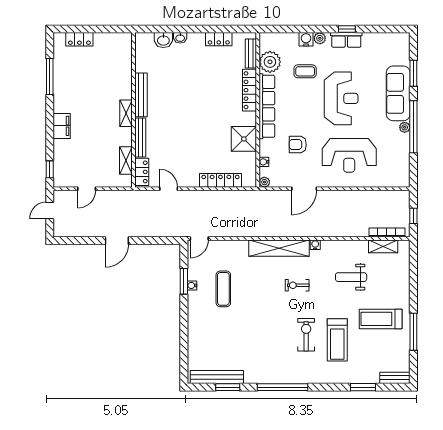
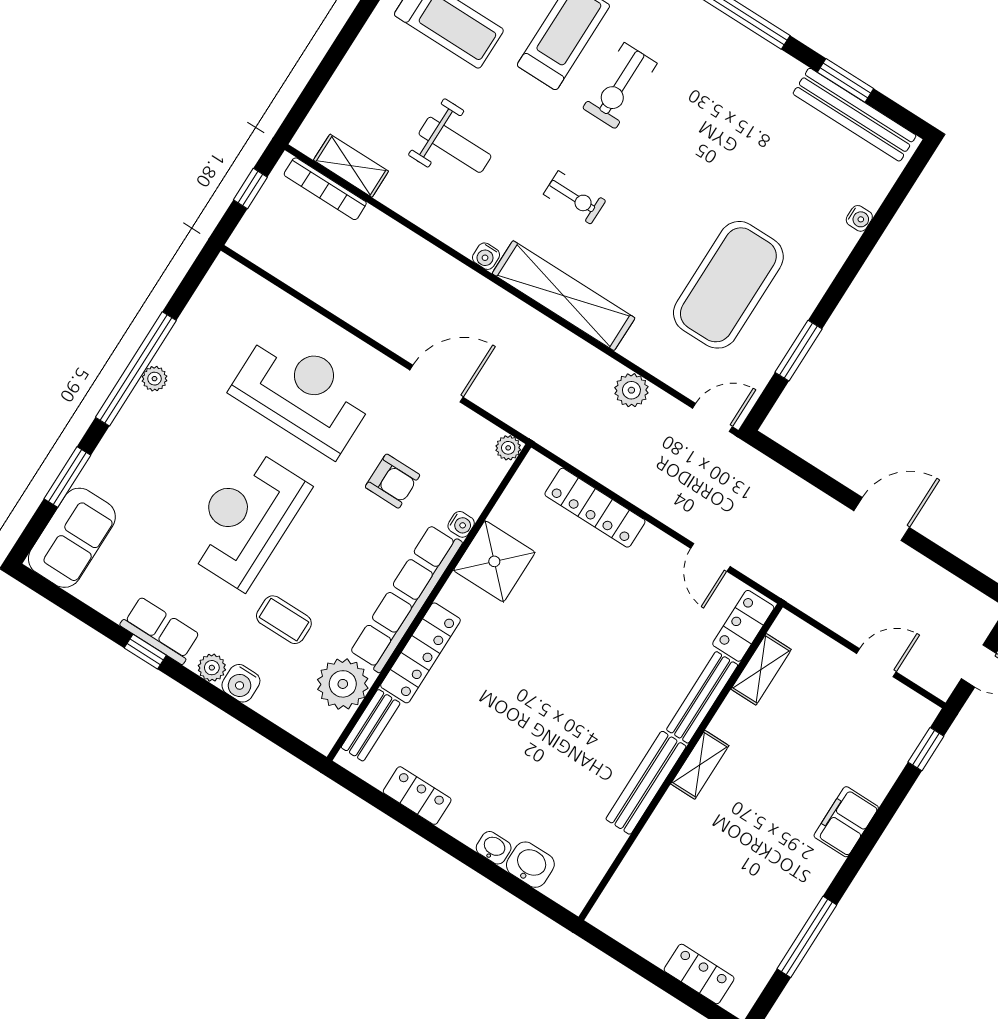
sofa: (398, 93) -> (72, 538), moved, width x0.73
water cooler: (264, 162) -> (461, 524), moved
plant: (234, 230) -> (631, 390), added
water cooler: (192, 285) -> (859, 218), moved
exercise mat: (223, 289) -> (728, 285), width x2.00, depth x1.45

